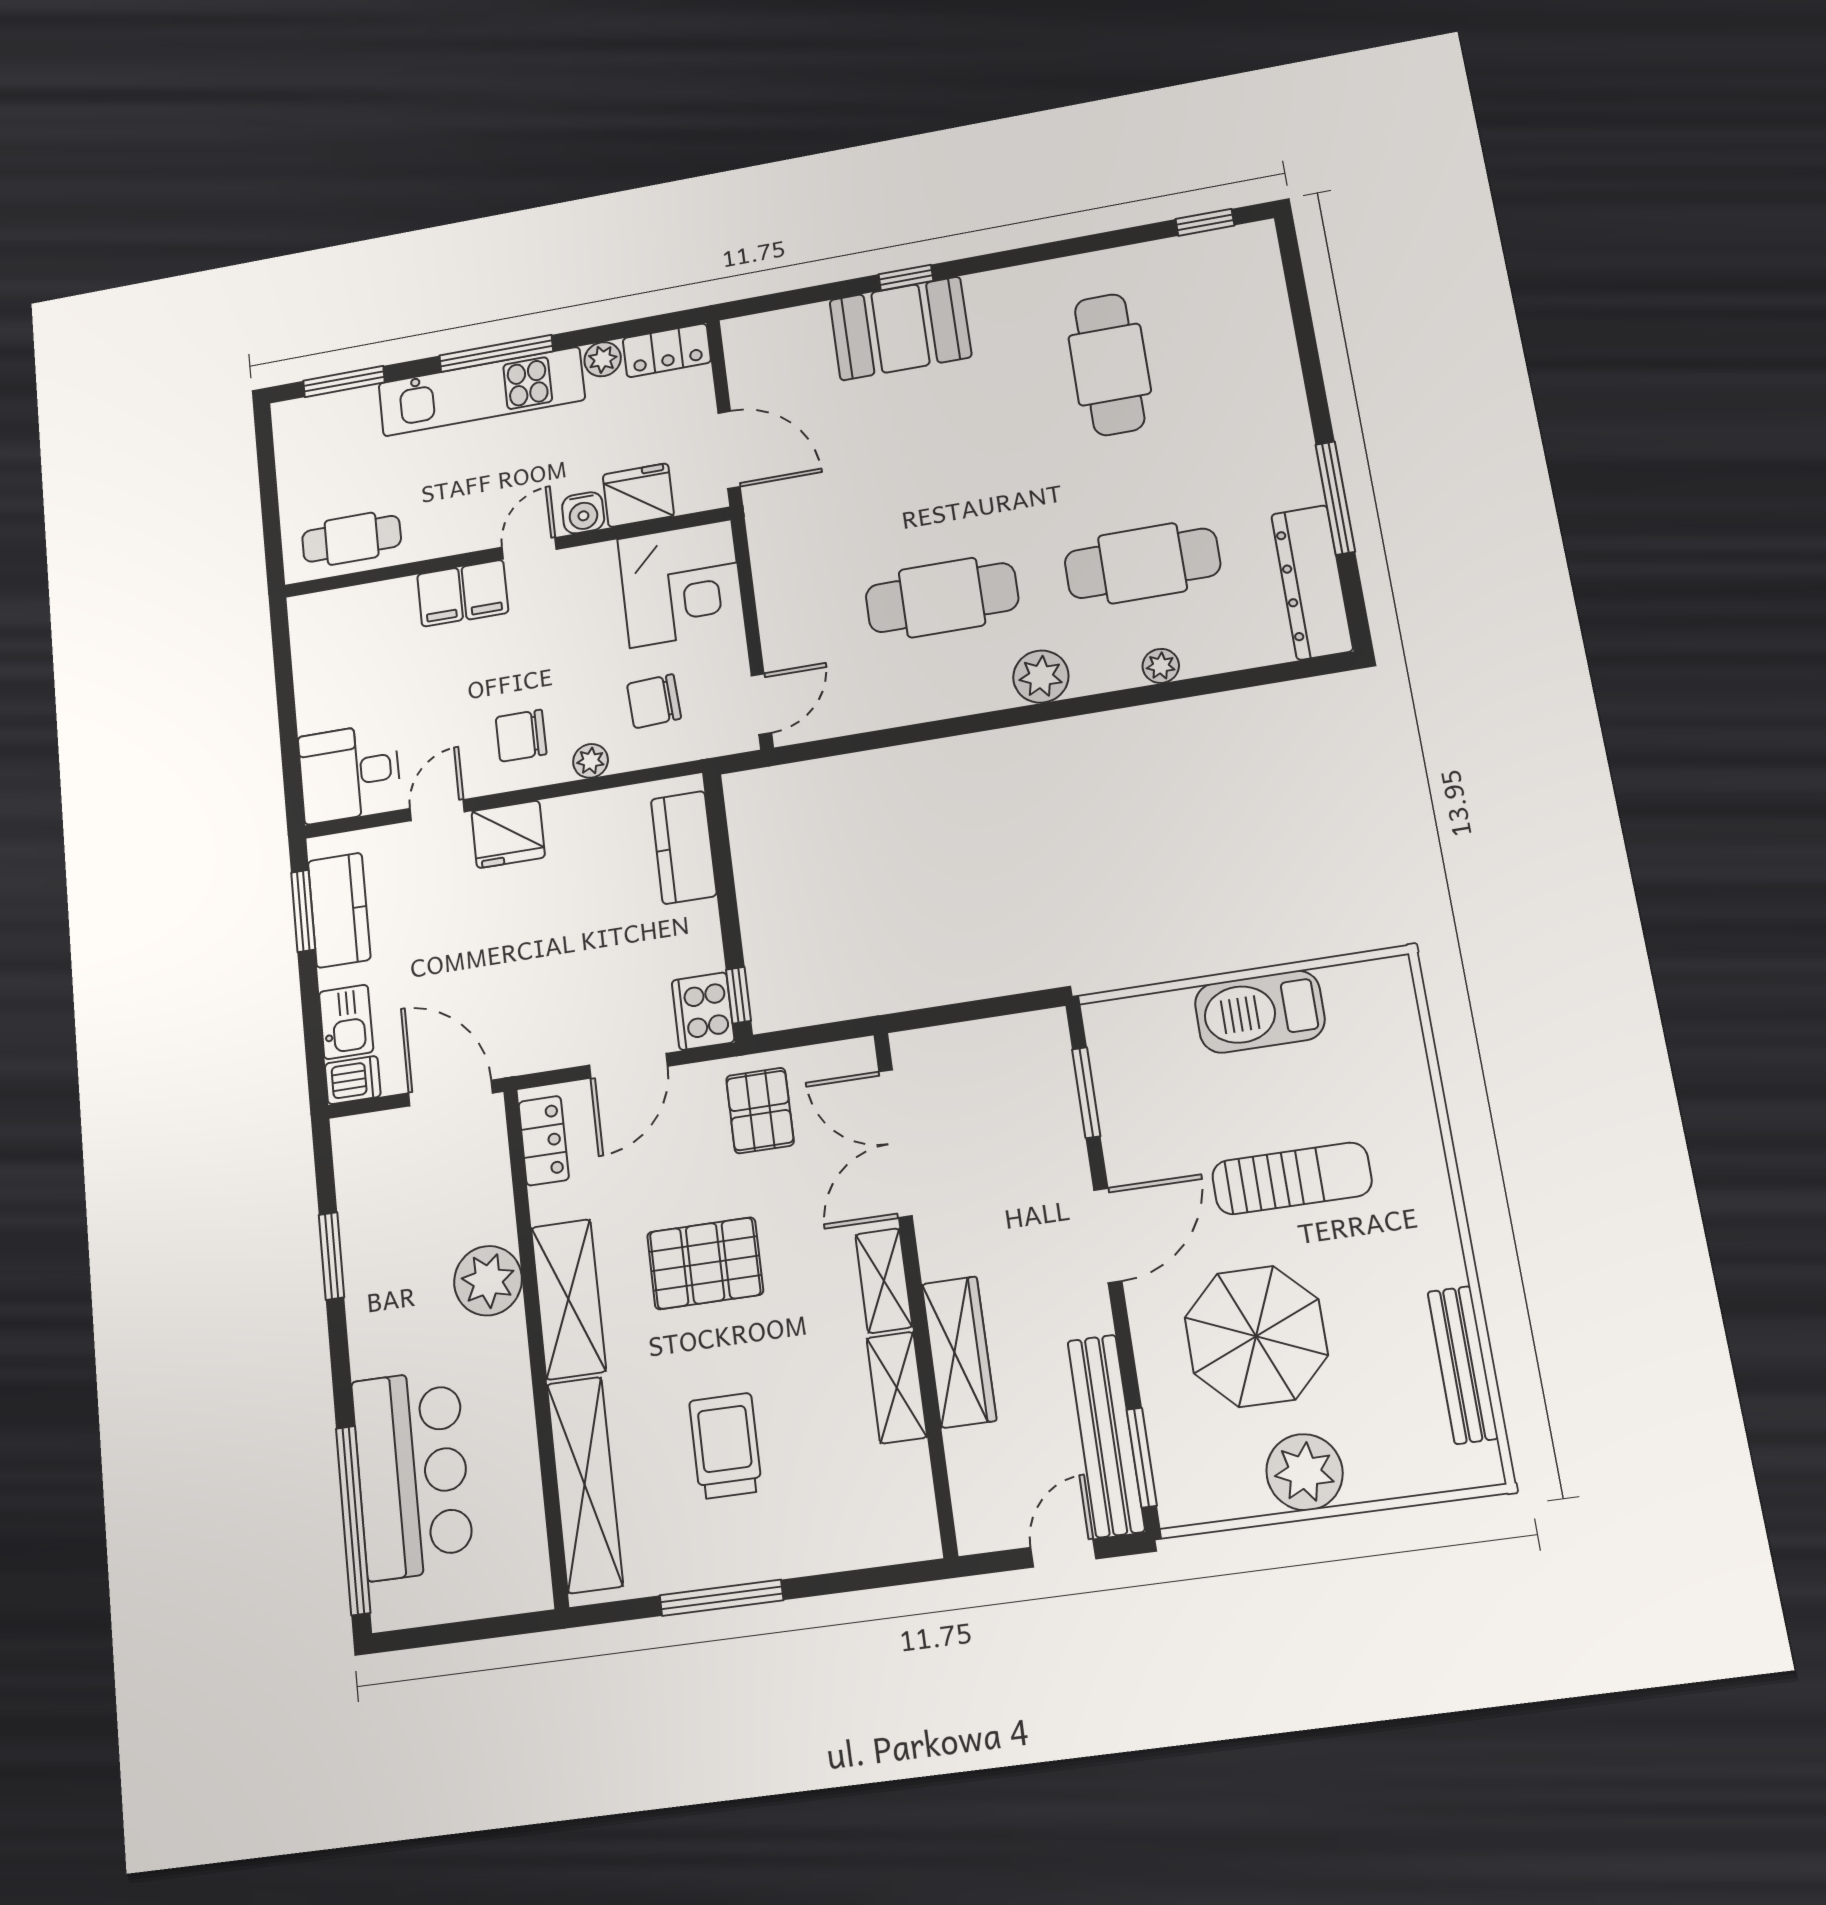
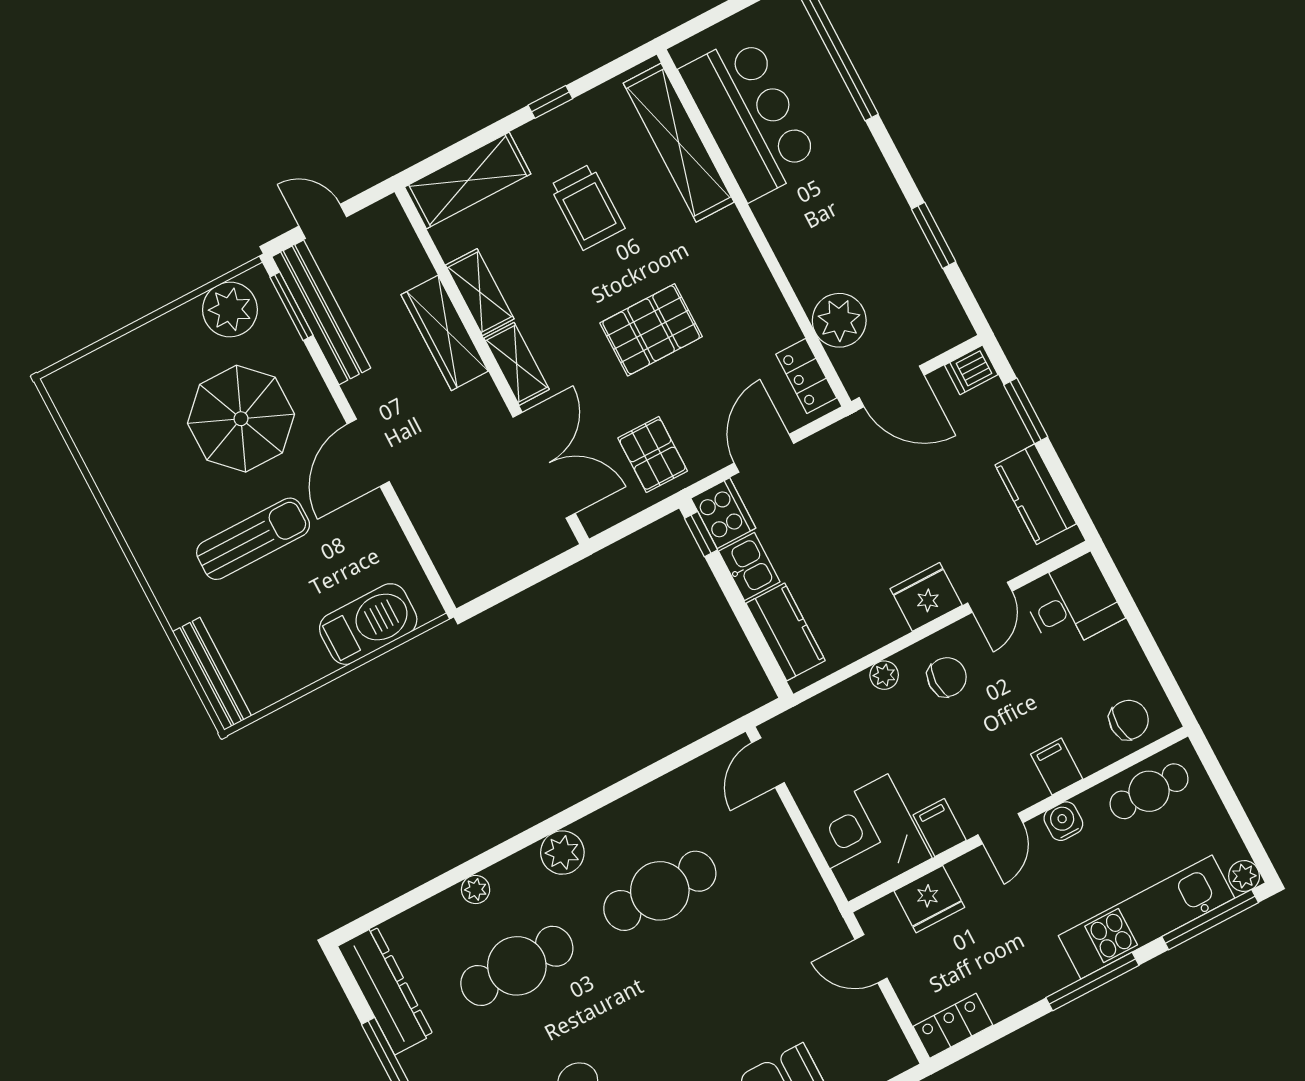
plant: (603, 359) -> (1244, 876), moved
window: (344, 382) -> (1210, 920), width x1.44
kitchen unit: (481, 392) -> (1146, 917), moved
door: (729, 450) -> (871, 959), width x0.73
water cooler: (583, 513) -> (1063, 821), moved
filing cabinet: (485, 590) -> (940, 828), moved
chair: (654, 701) -> (1129, 720), moved
window: (303, 911) -> (1026, 411), moved
barbecue: (1260, 1012) -> (368, 624), moved
kitchen sink: (346, 1022) -> (749, 566), moved, turned 180
window: (1086, 1093) -> (419, 550), removed
sun lounger: (1292, 1178) -> (253, 539), turned 180
plant: (488, 1281) -> (839, 320), moved
shelving: (568, 1299) -> (468, 180), moved, turned 90
bench: (1463, 1365) -> (212, 674), moved
plant: (1305, 1472) -> (230, 309), moved
bar counter: (412, 1474) -> (750, 117), moved, turned 180
door: (1063, 1553) -> (323, 221), swing flipped
window: (721, 1598) -> (550, 102), width x0.46

